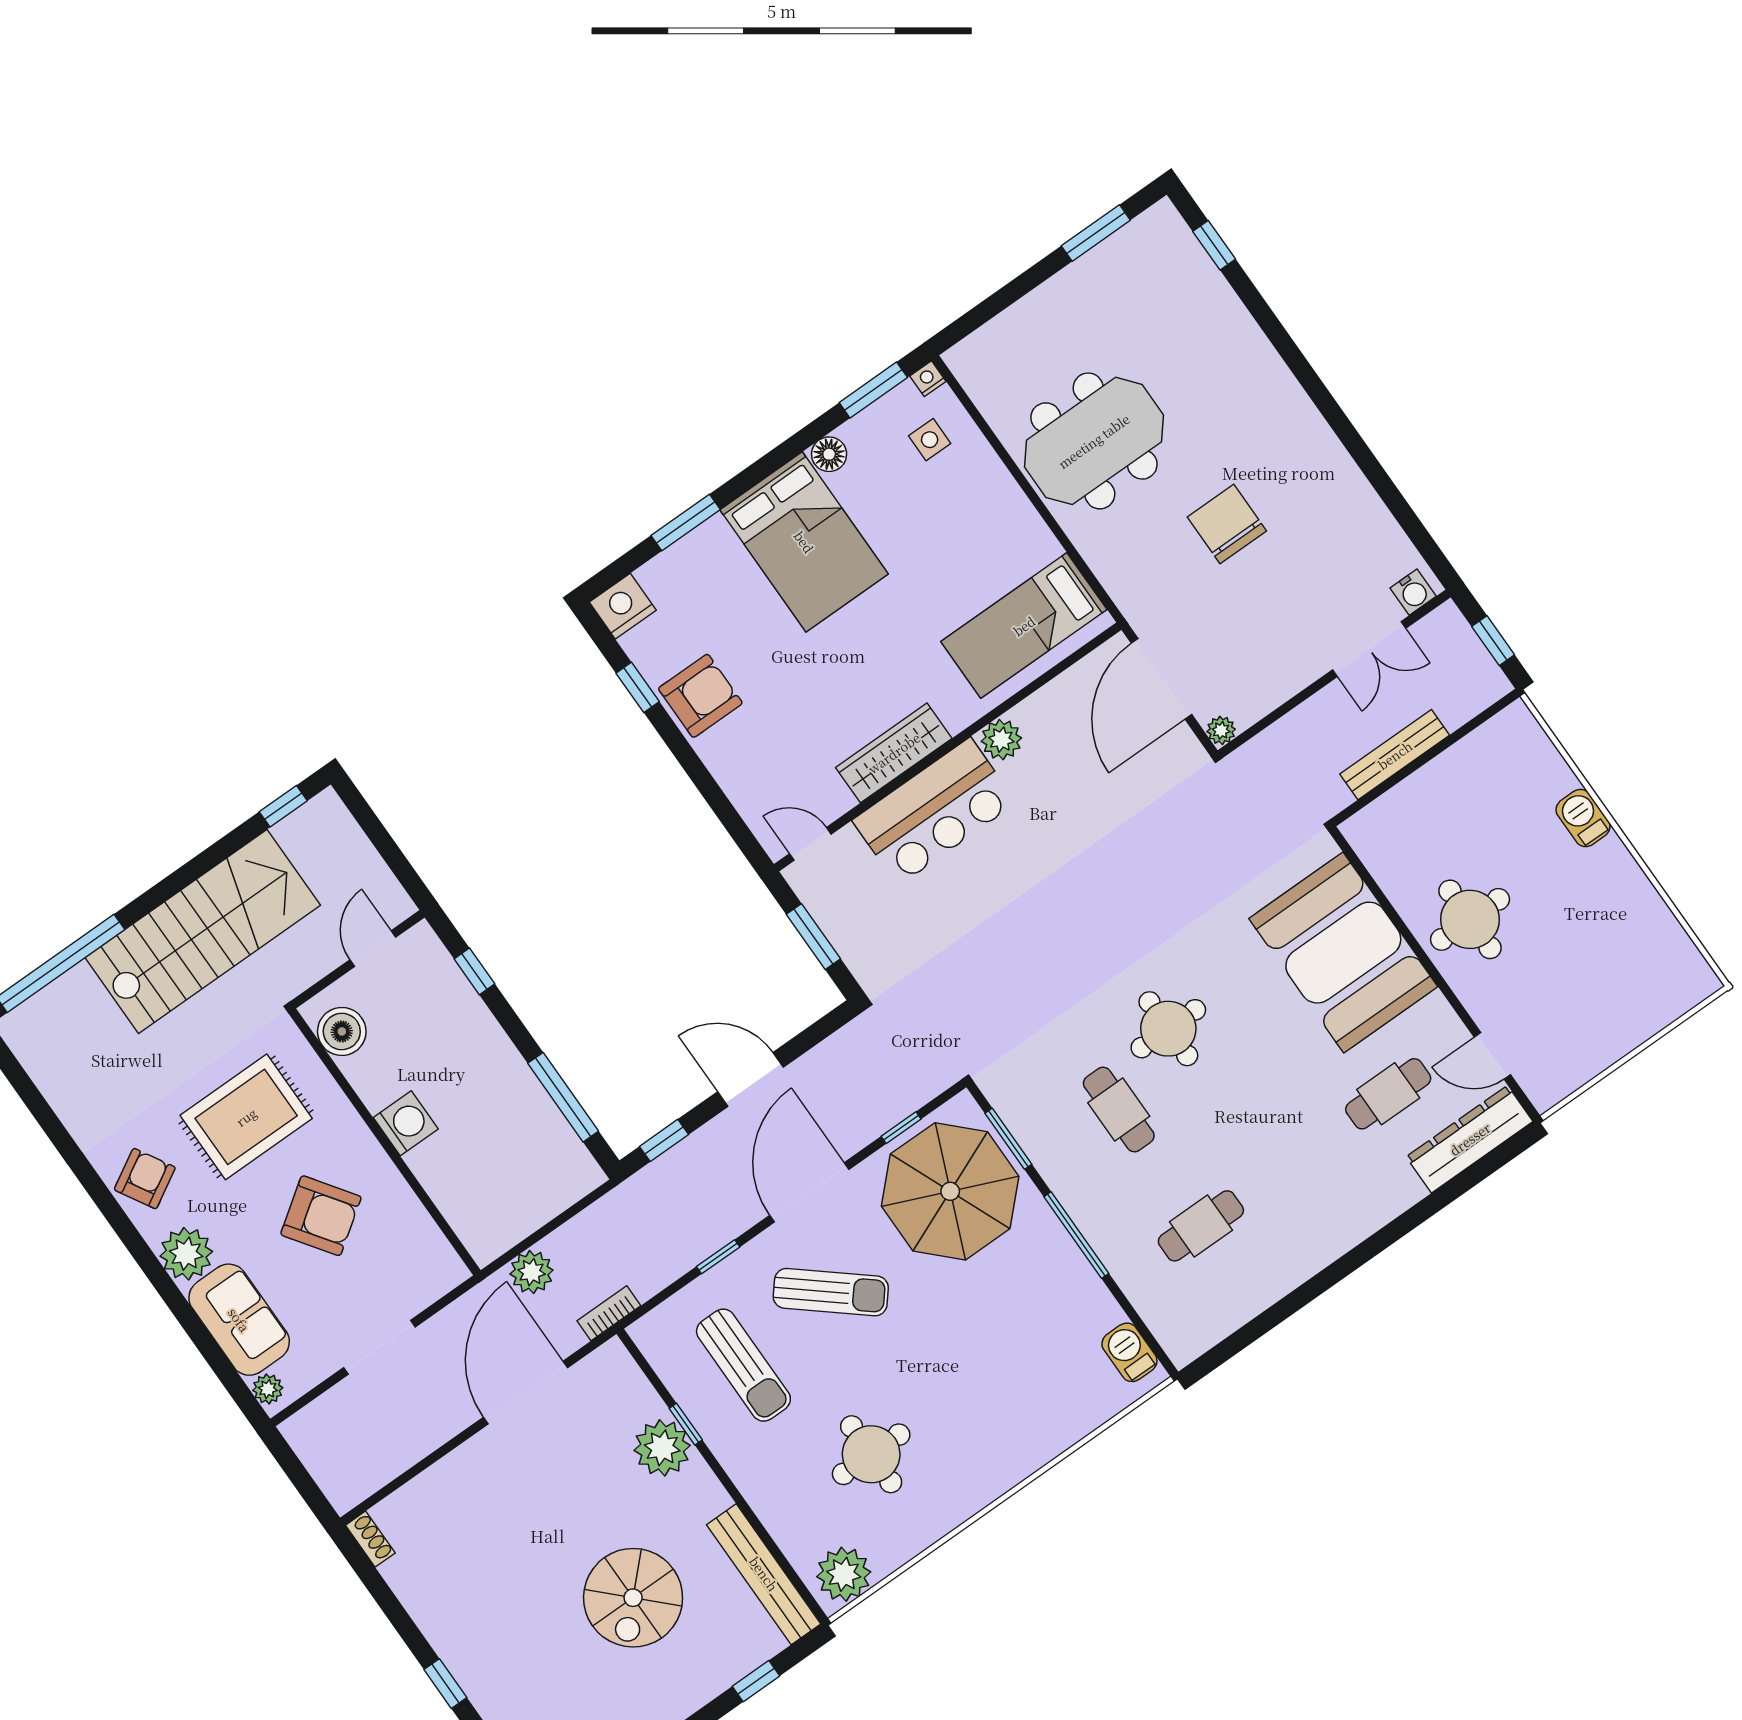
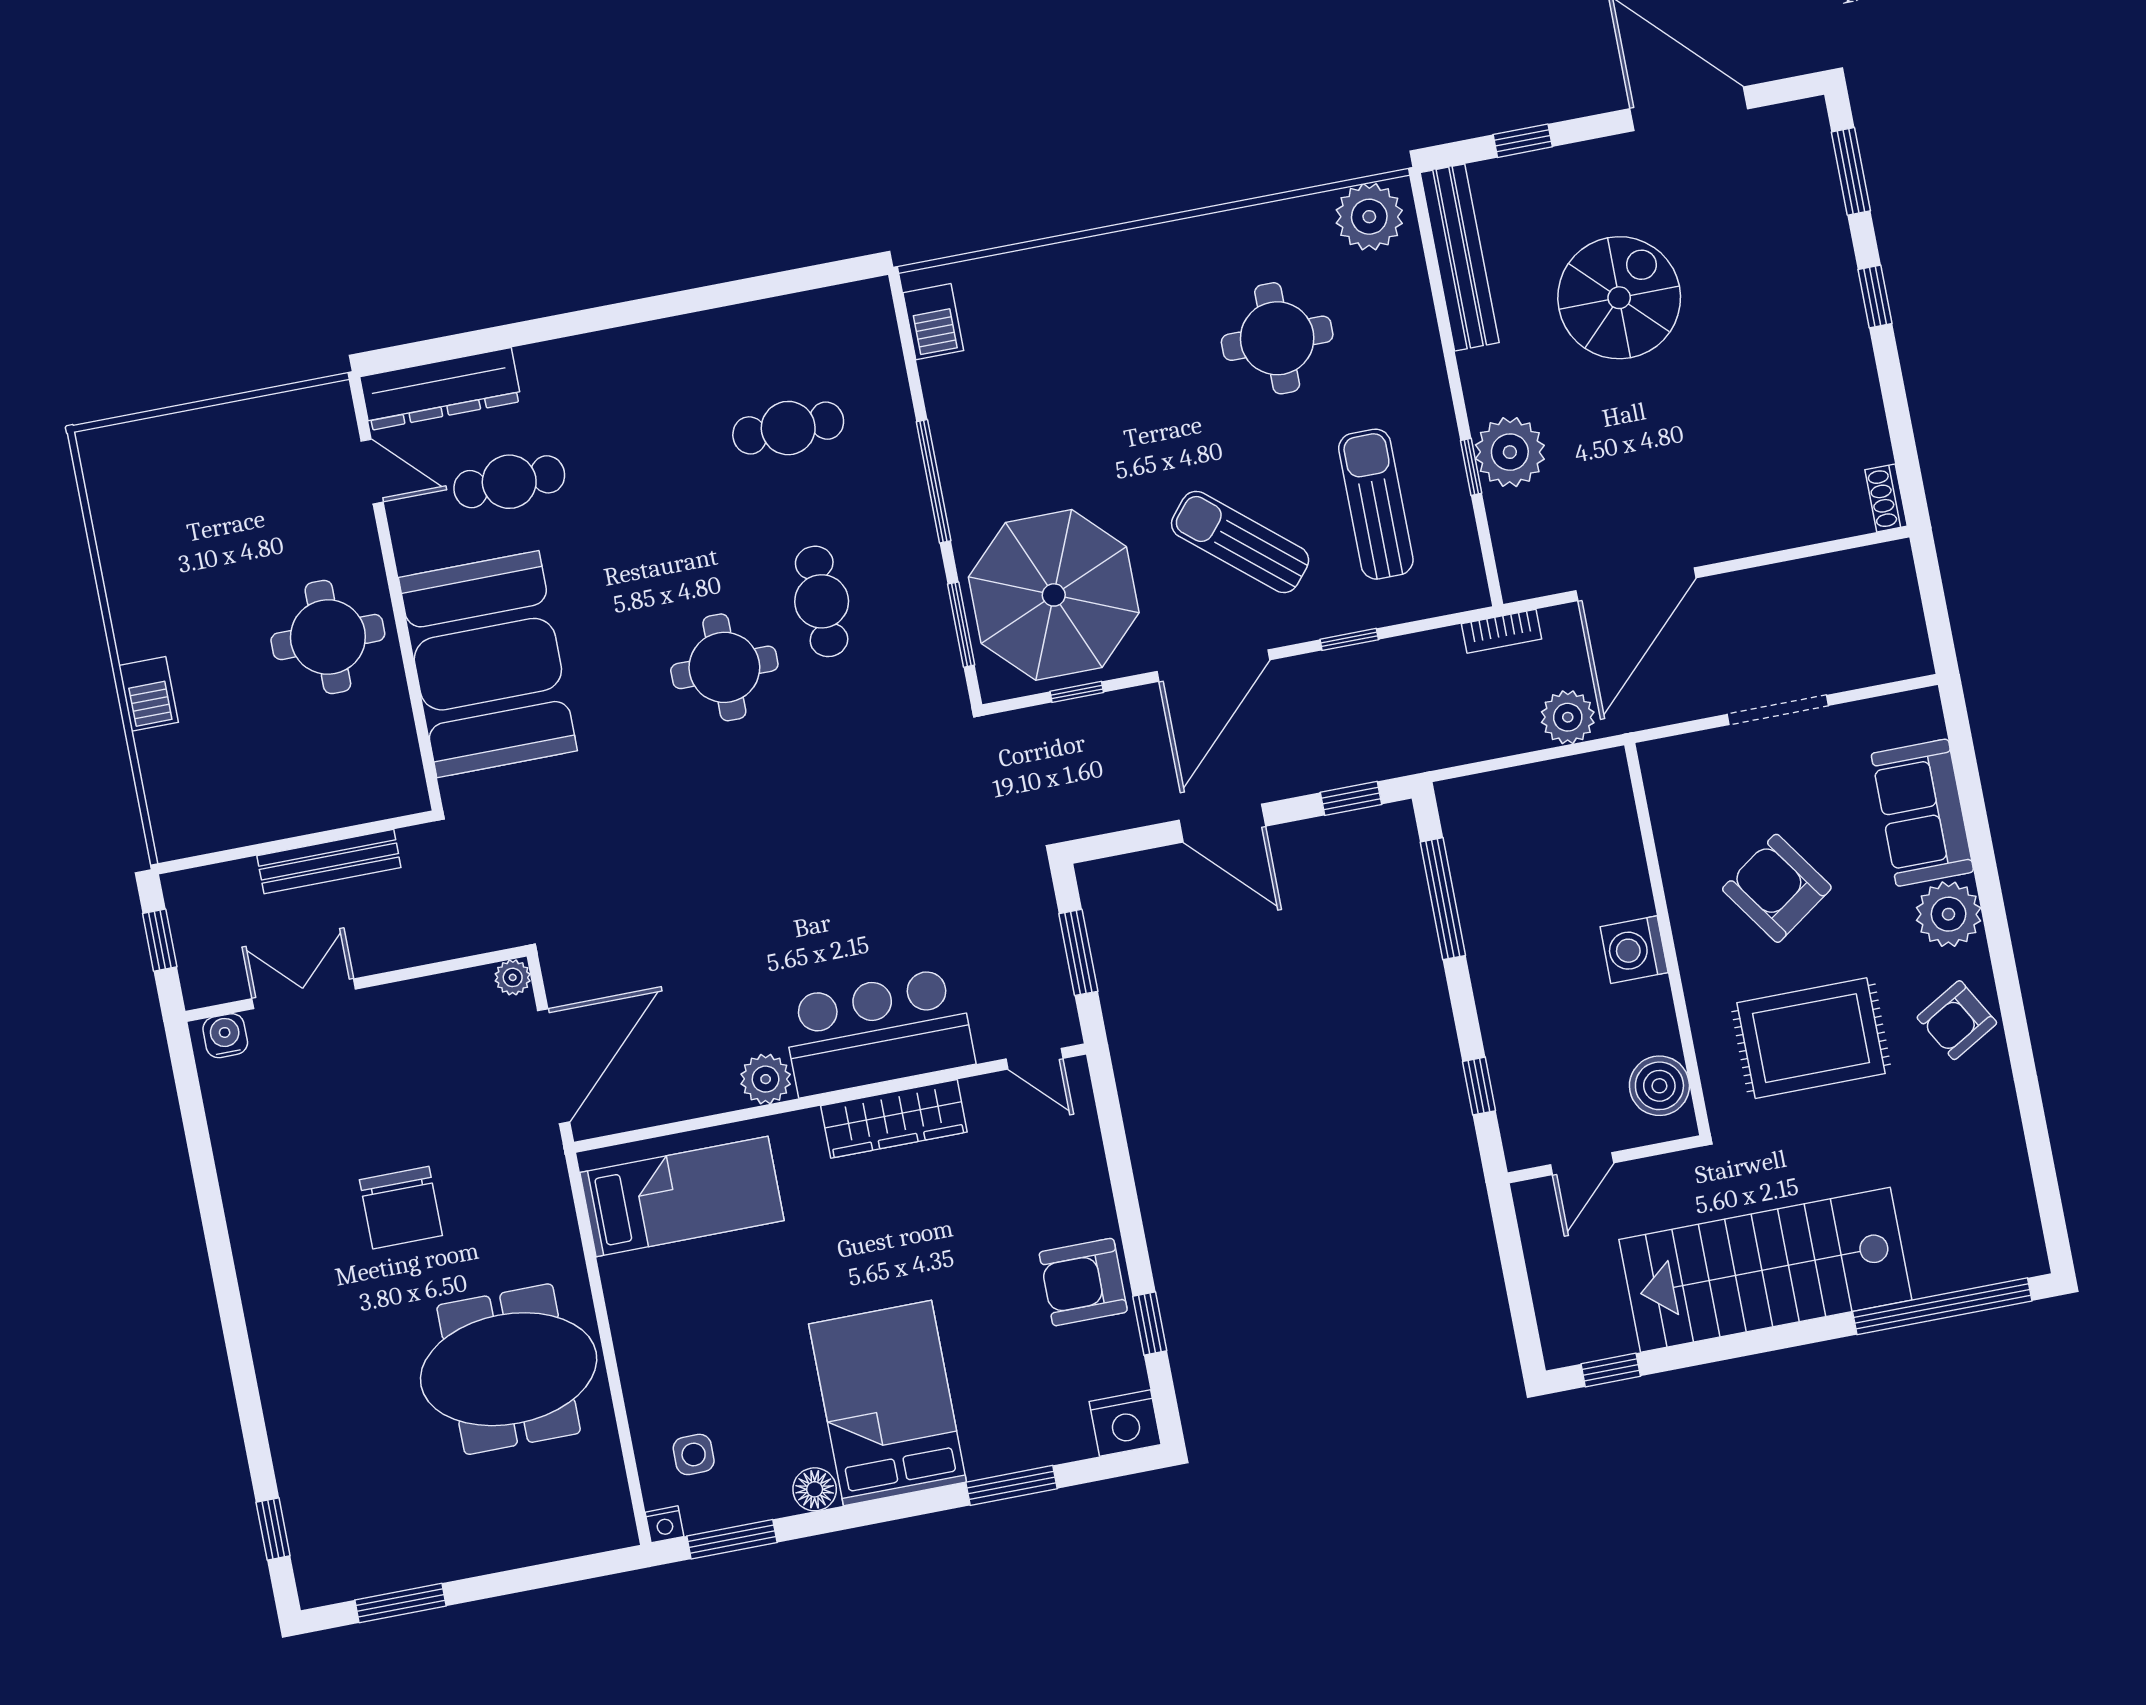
plant: (268, 1389) -> (1925, 720), removed

